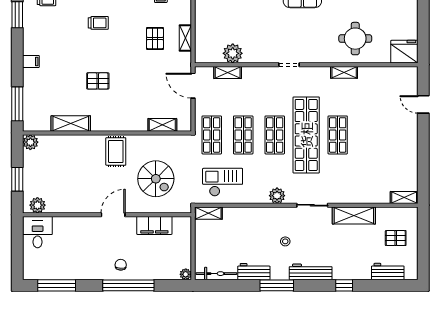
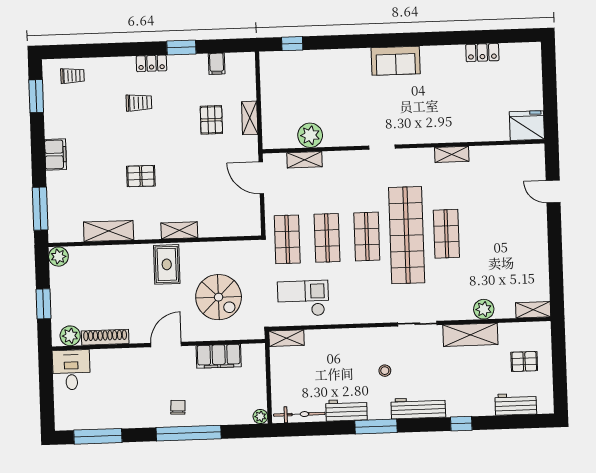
round table: (355, 39) -> (464, 111), removed
filing cabinet: (31, 61) -> (56, 154), width x2.00
shelving: (162, 125) -> (179, 230), moved
plant: (277, 196) -> (484, 309), moved
shoe rack: (65, 207) -> (105, 337), added

